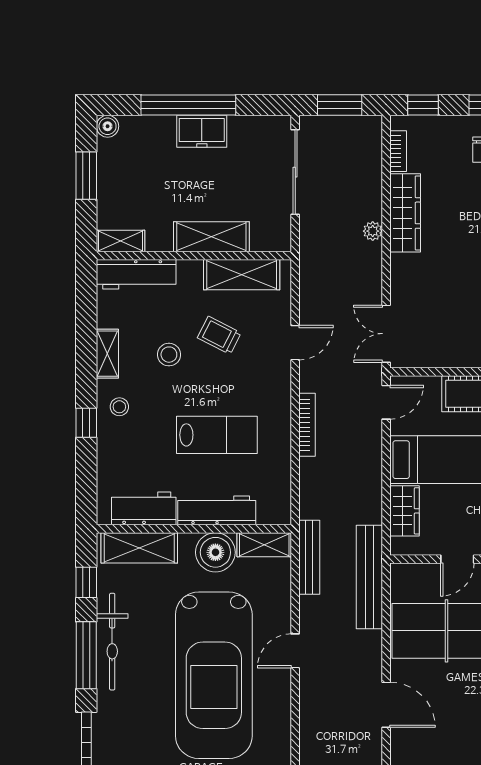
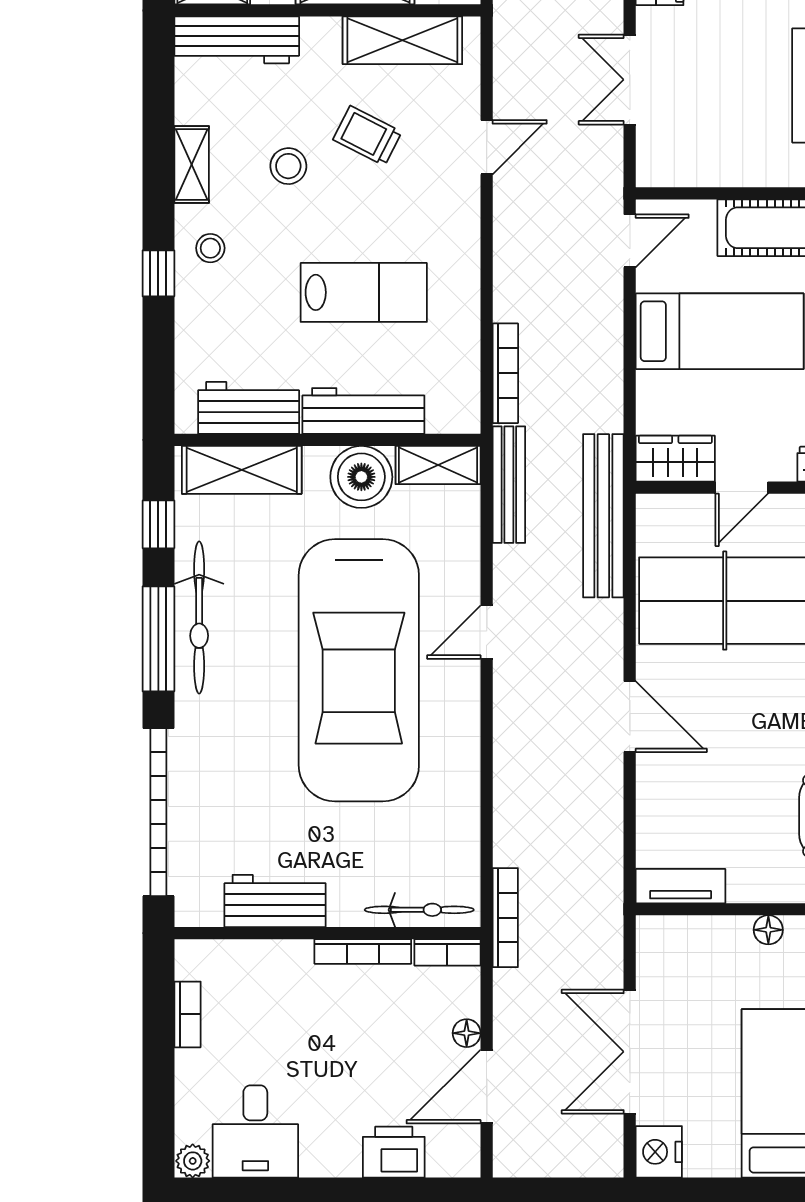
double door: (386, 334) -> (630, 80), moved
bookcase: (307, 425) -> (505, 373), moved
wardrobe: (405, 511) -> (675, 459), moved, turned -90

